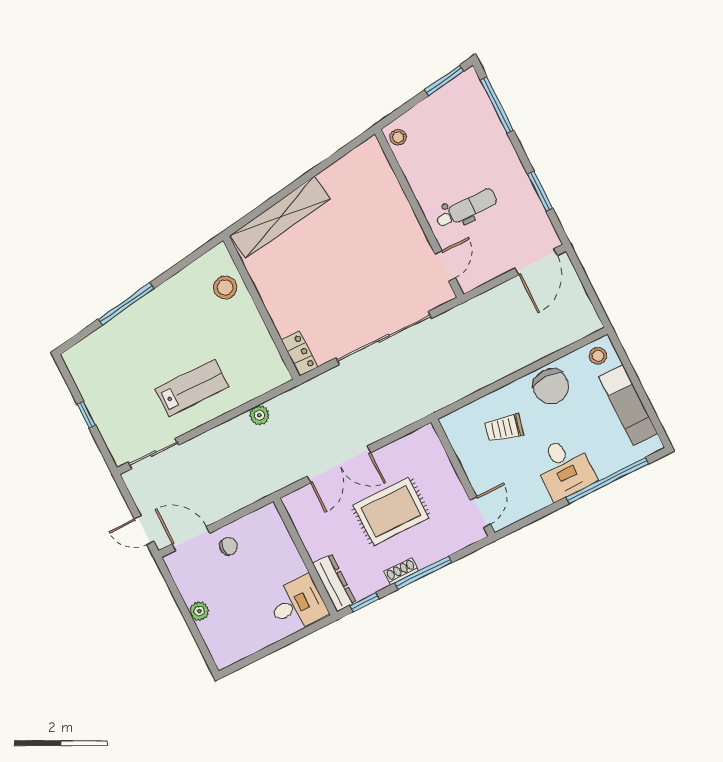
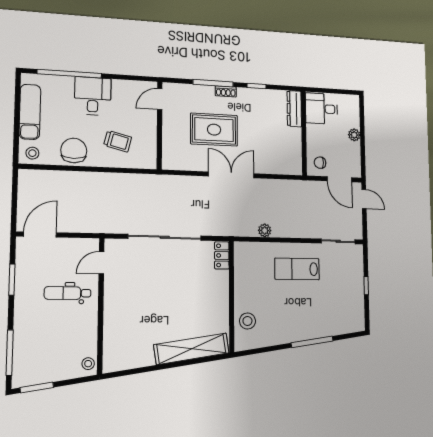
wall: (305, 557) -> (304, 133), moved
dresser: (334, 583) -> (294, 109), moved
desk: (297, 604) -> (321, 109), moved

